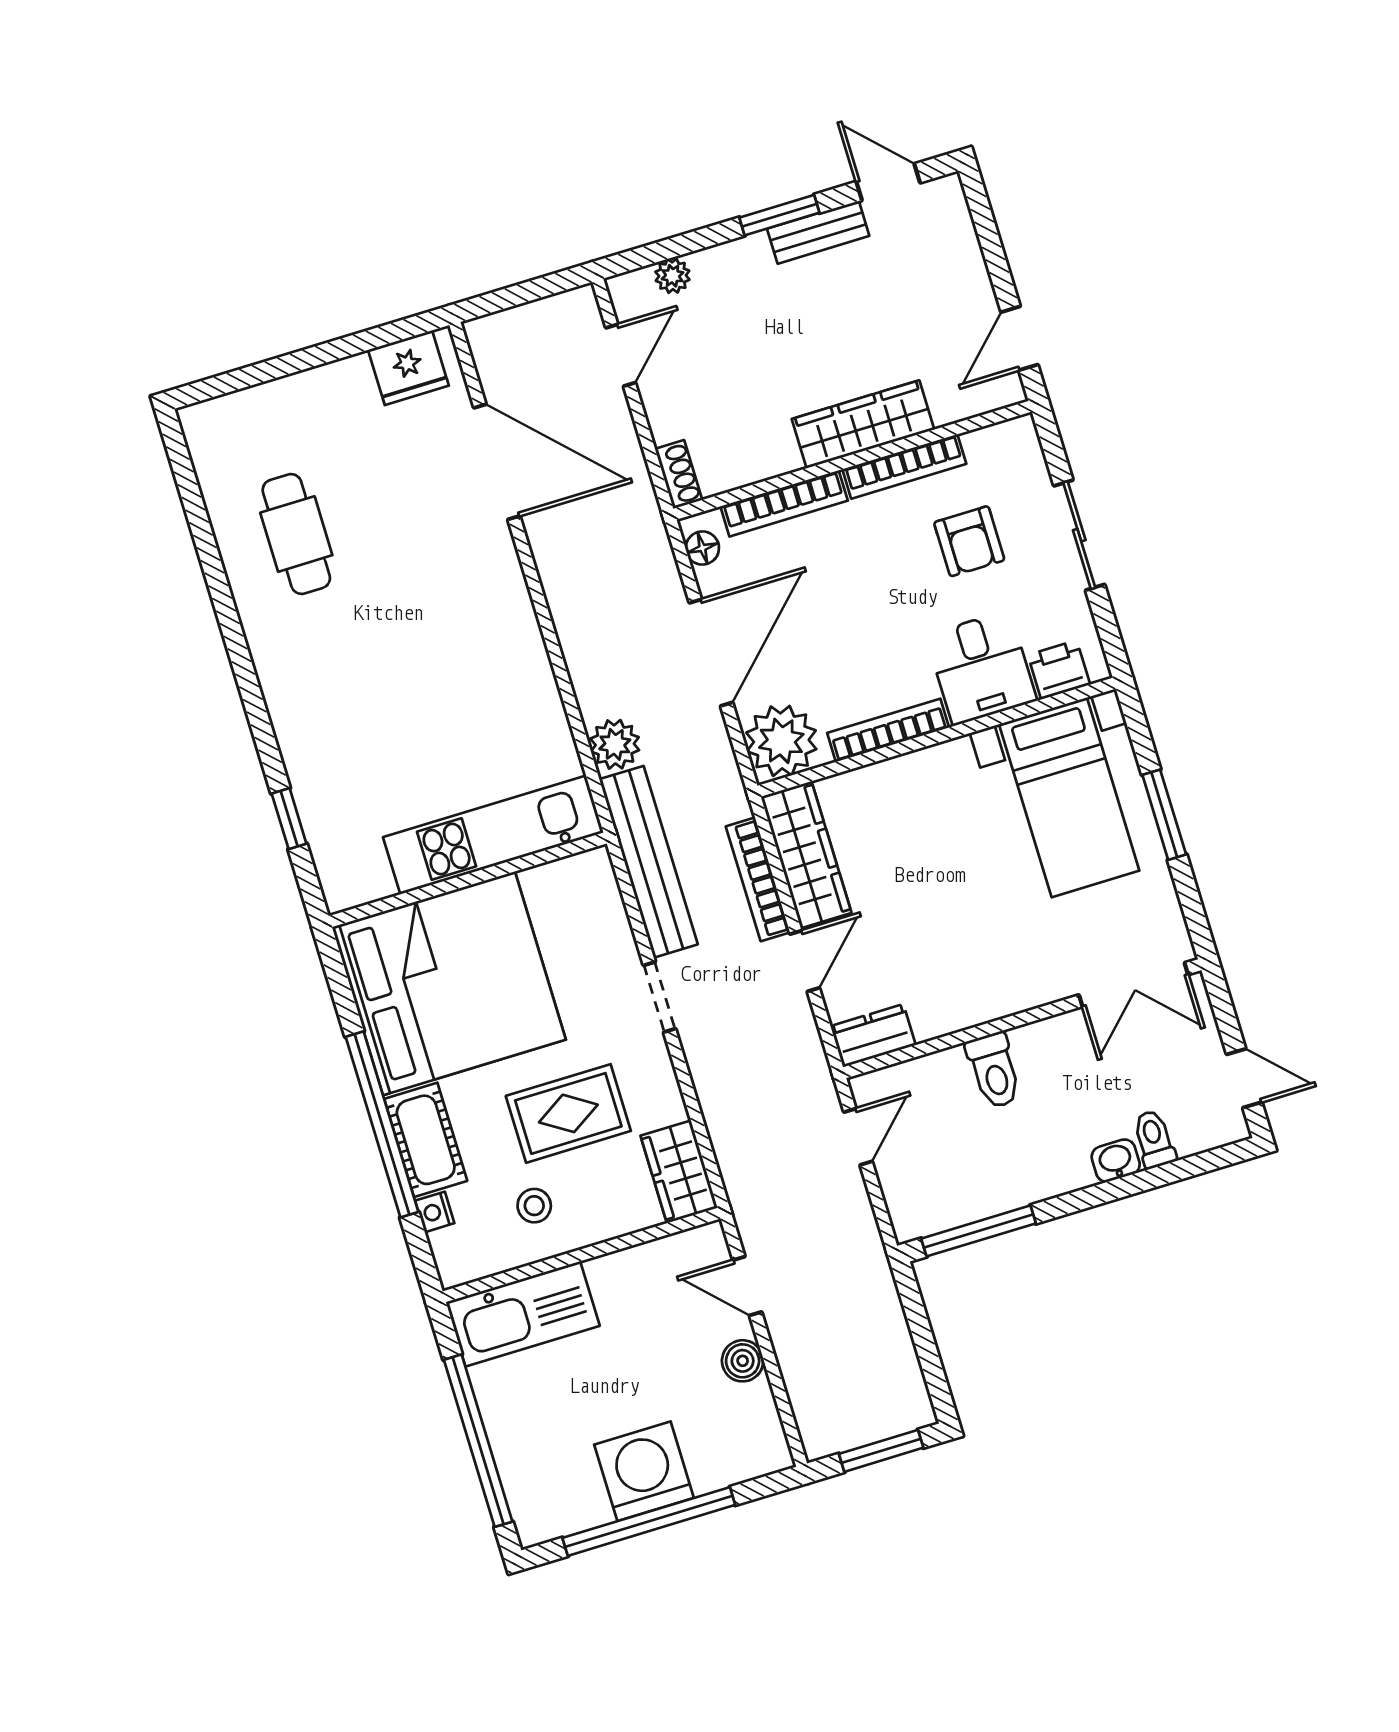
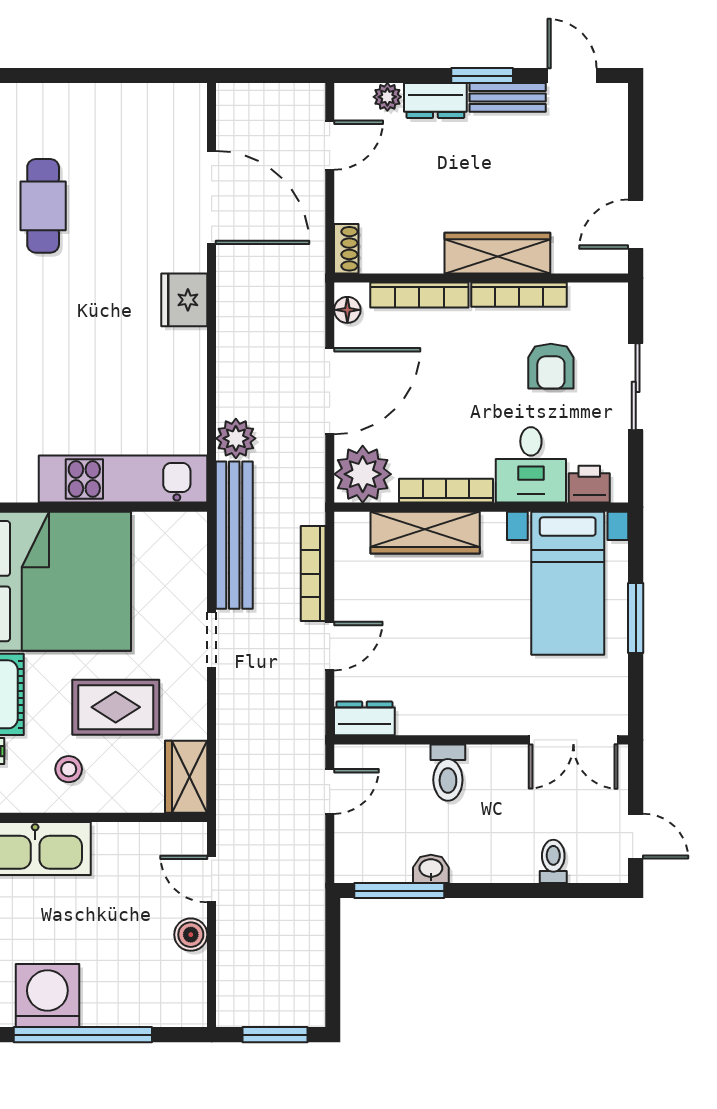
dresser: (732, 263) -> (435, 101), added
fridge: (408, 368) -> (184, 300), moved, turned 90
wardrobe: (806, 855) -> (425, 533), moved, turned 90
washbasin: (1116, 1161) -> (431, 869), moved
washing machine: (644, 1471) -> (47, 996), moved

